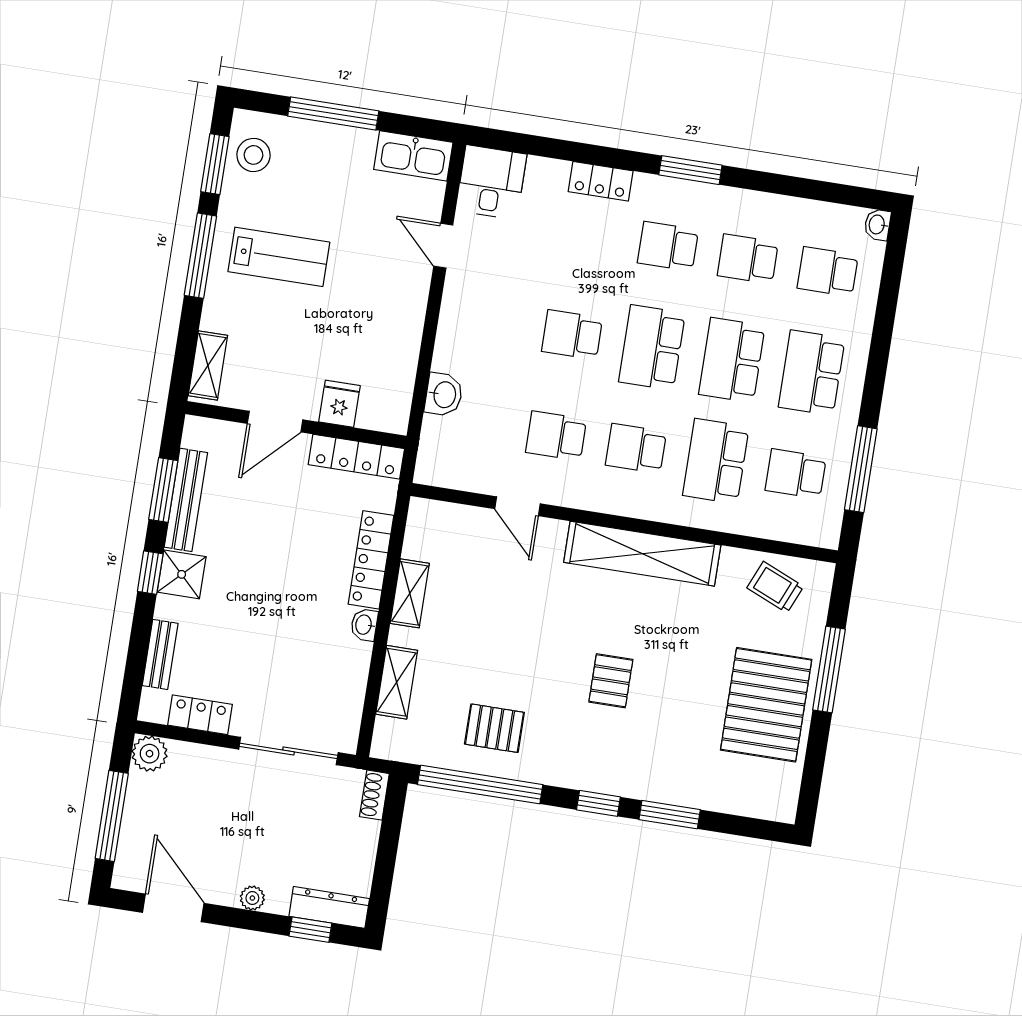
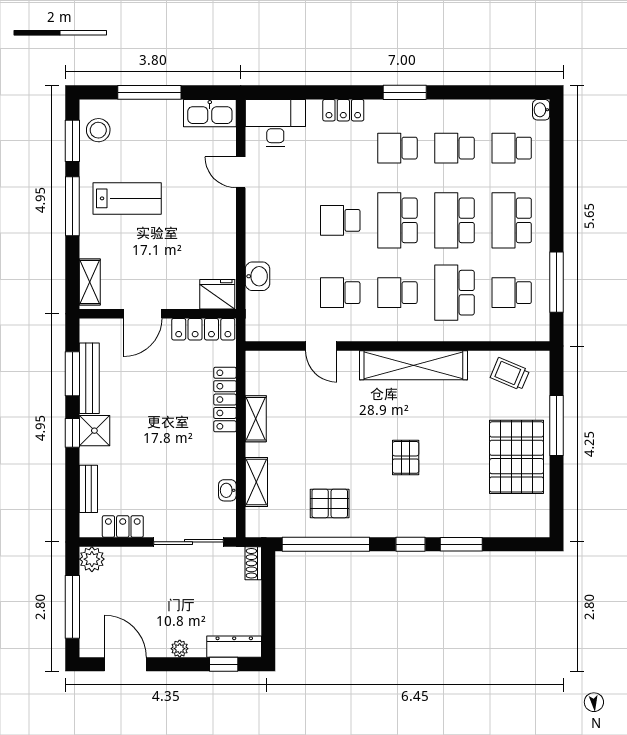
desk: (491, 182) -> (275, 123), width x1.37
fridge: (339, 404) -> (217, 294), moved, width x1.38
washbasin: (364, 625) -> (227, 490), moved

